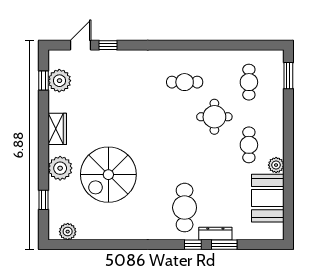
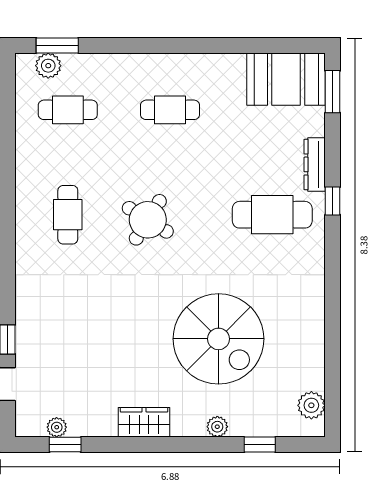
plant: (59, 81) -> (57, 427), width x0.53, depth x0.53
round table: (214, 117) -> (148, 220), moved, turned 32
plant: (276, 165) -> (48, 66), moved
plant: (60, 168) -> (217, 427), width x0.53, depth x0.53
booth: (268, 198) -> (286, 79), moved
window: (224, 245) -> (333, 92), moved

